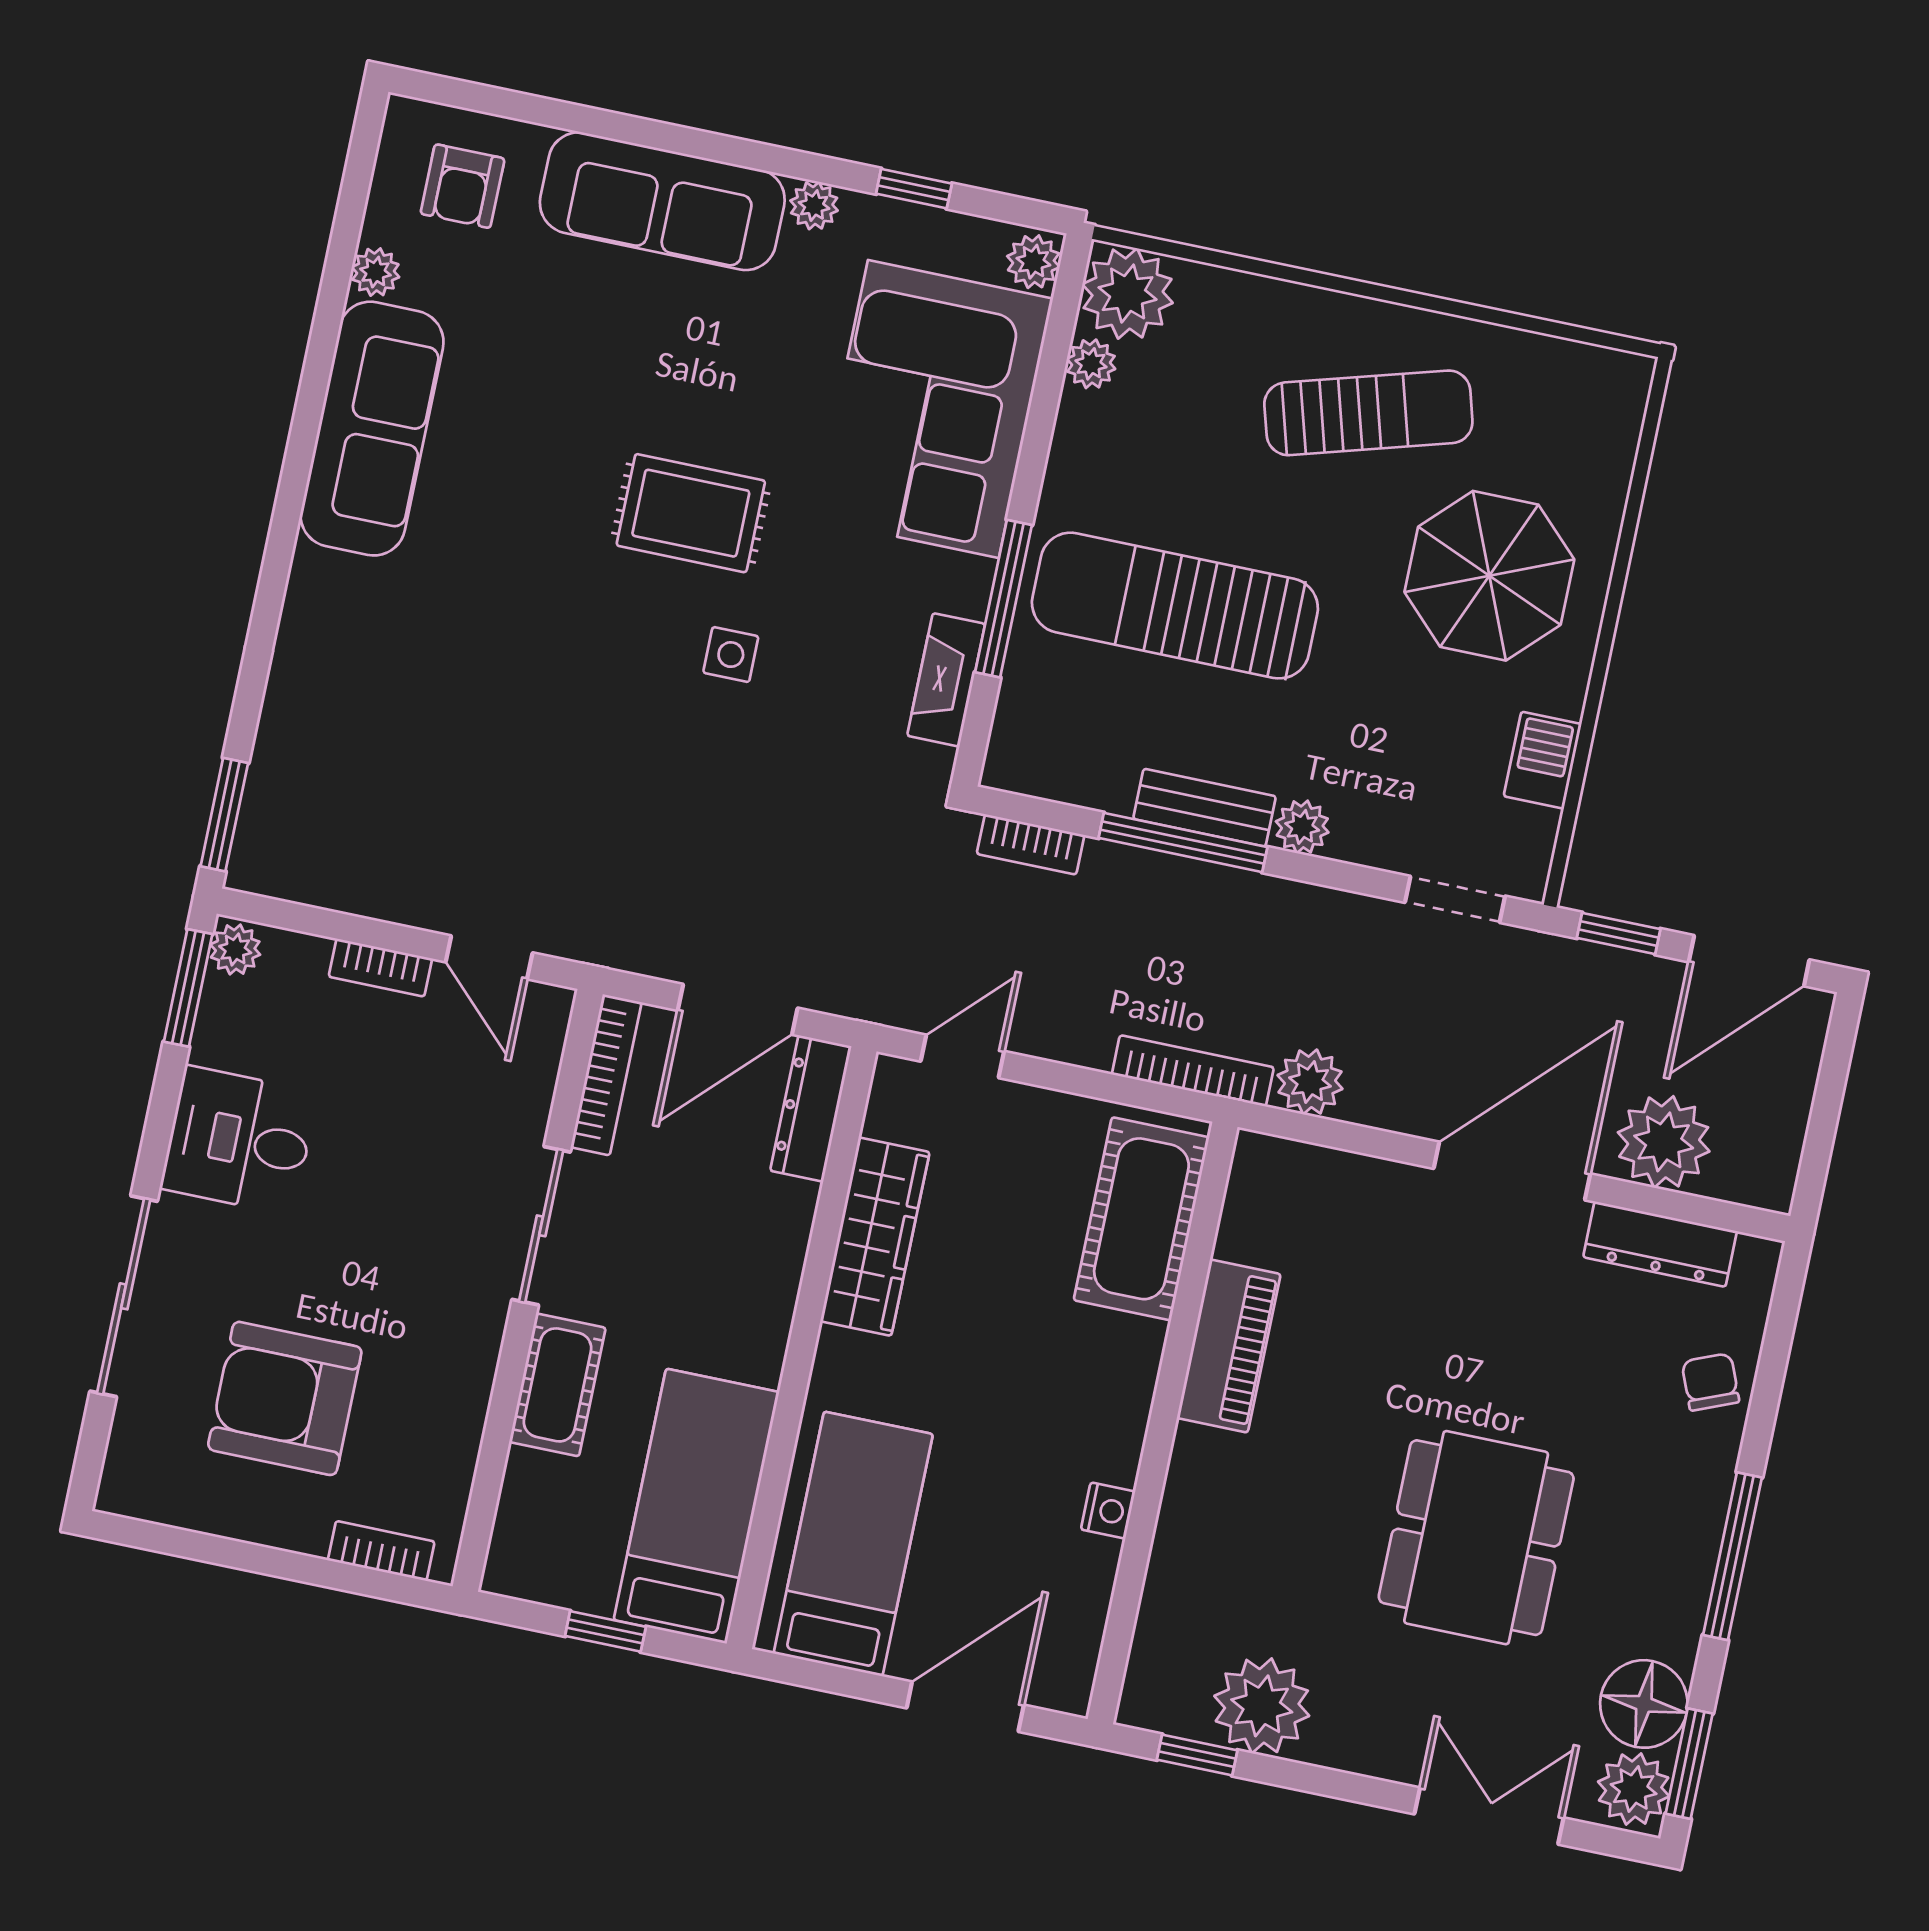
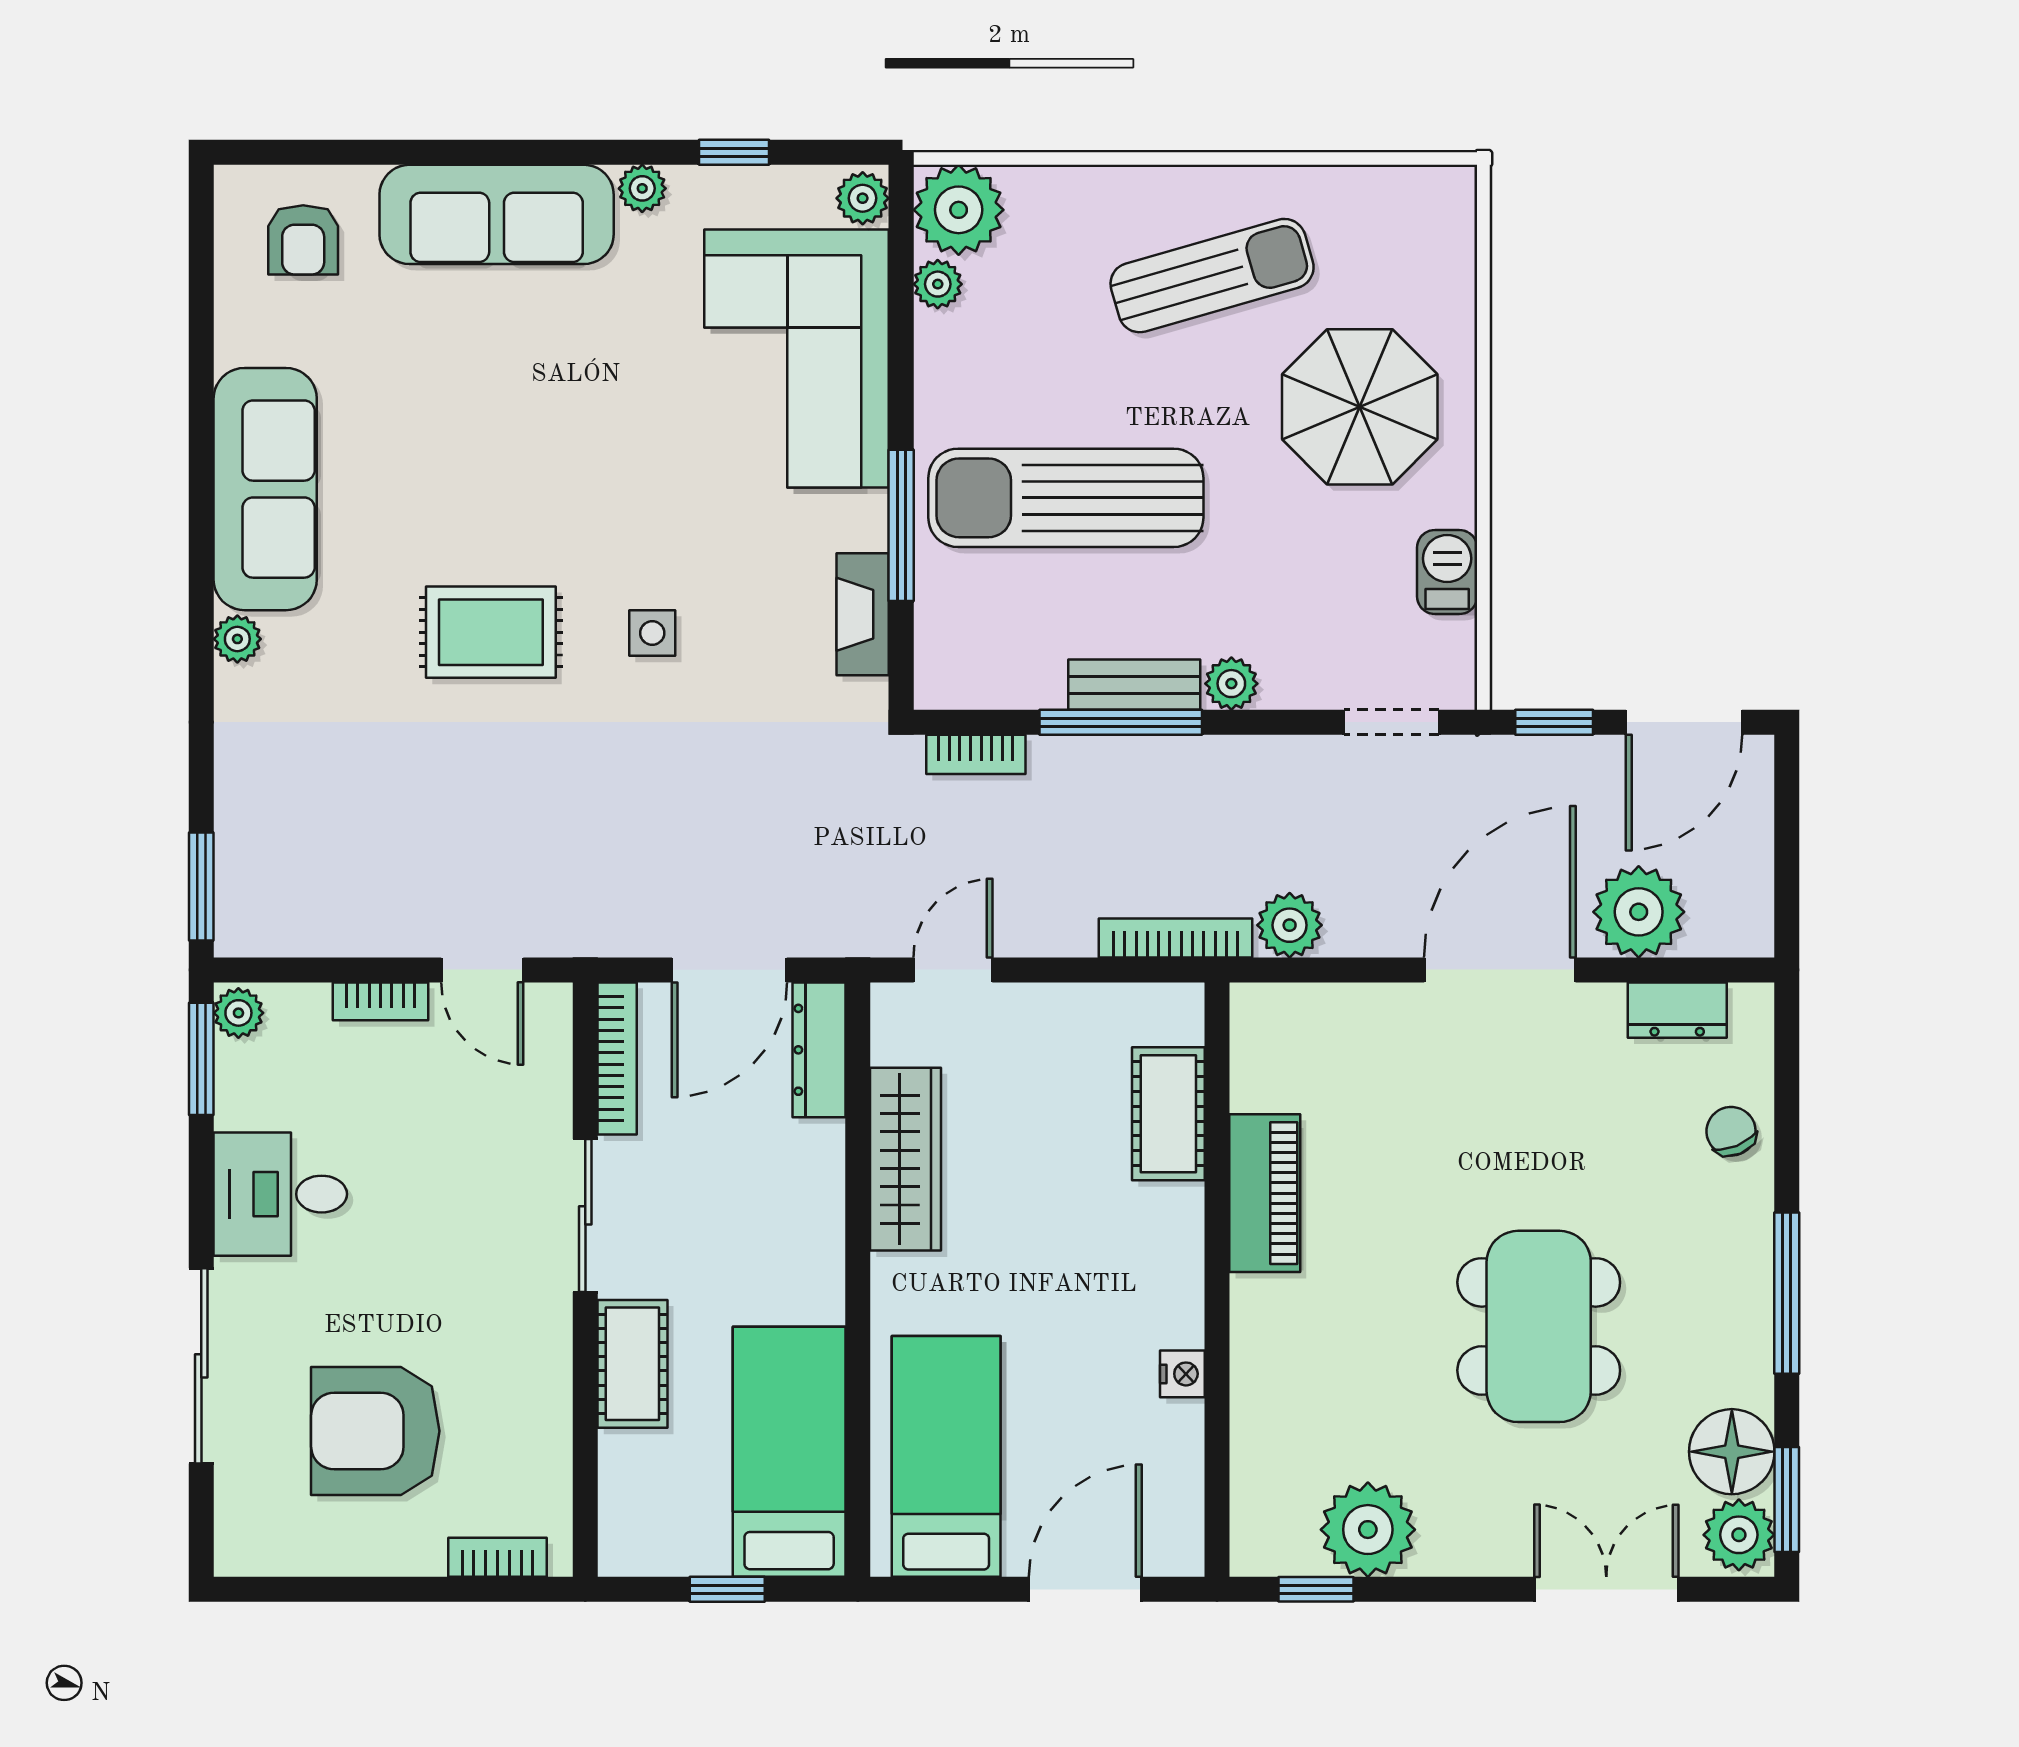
plant: (375, 272) -> (237, 639), moved
rug: (691, 513) -> (491, 632), moved
cot: (1141, 1219) -> (1168, 1114), width x0.73, depth x0.75
dresser: (1660, 1244) -> (1677, 1010), width x0.70

